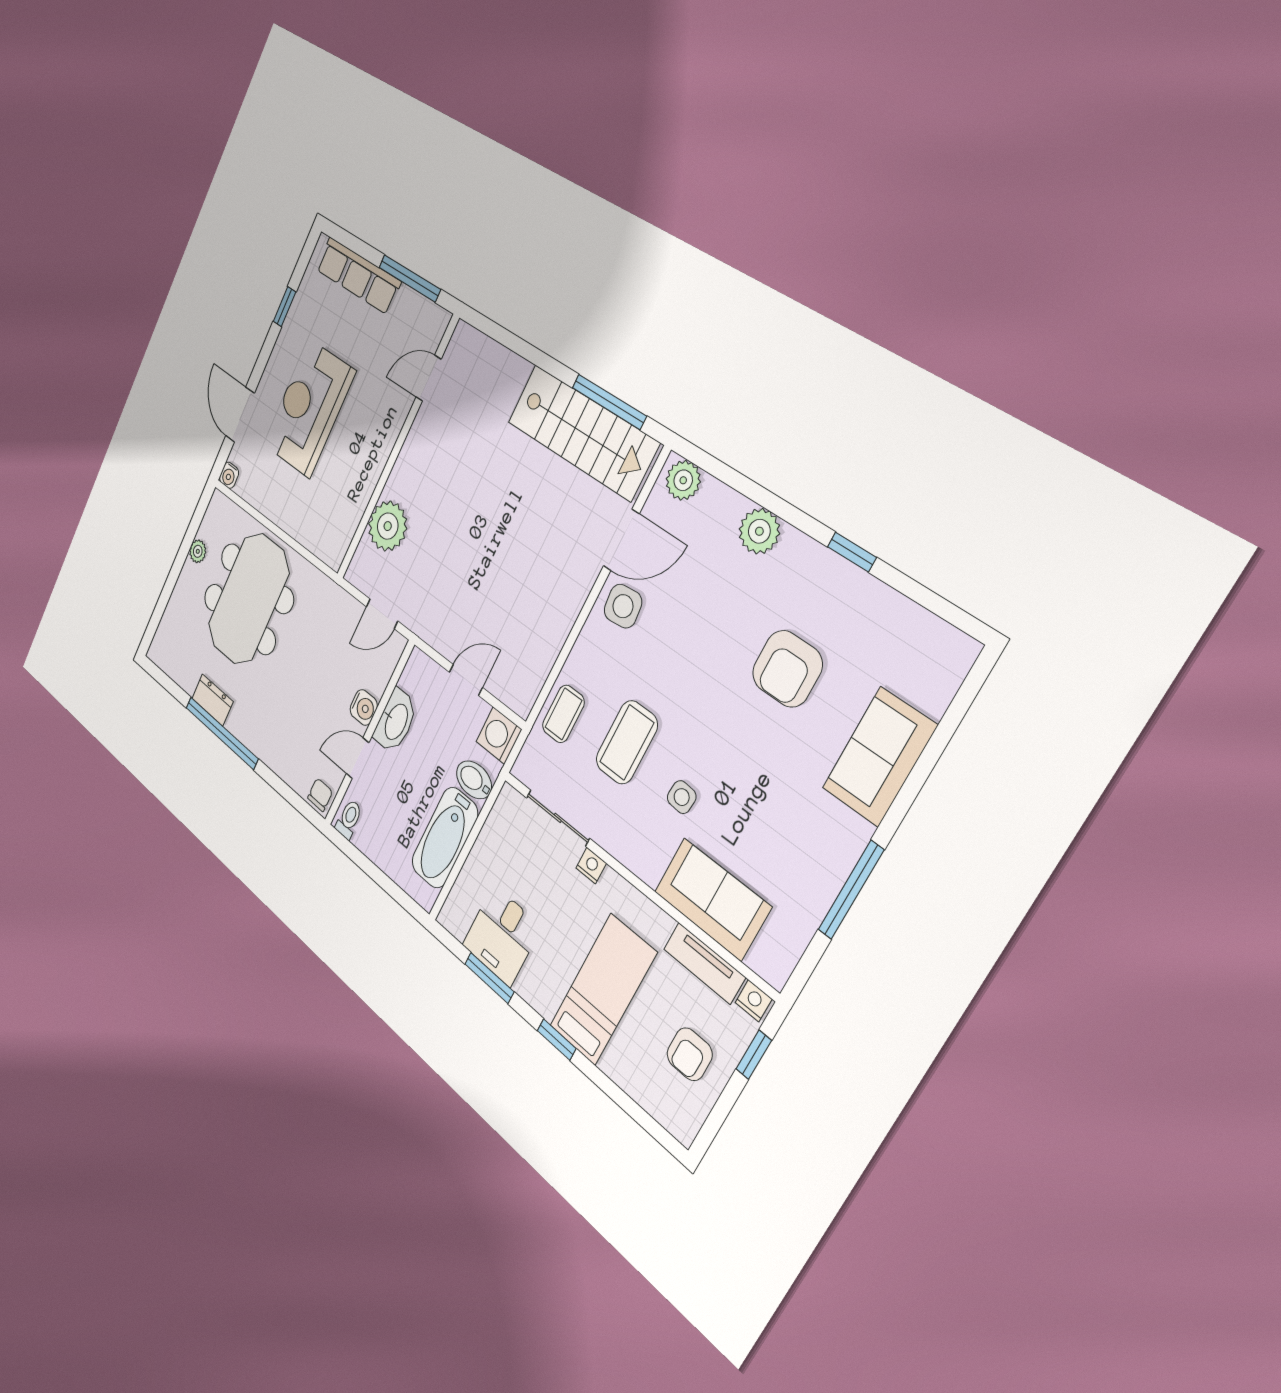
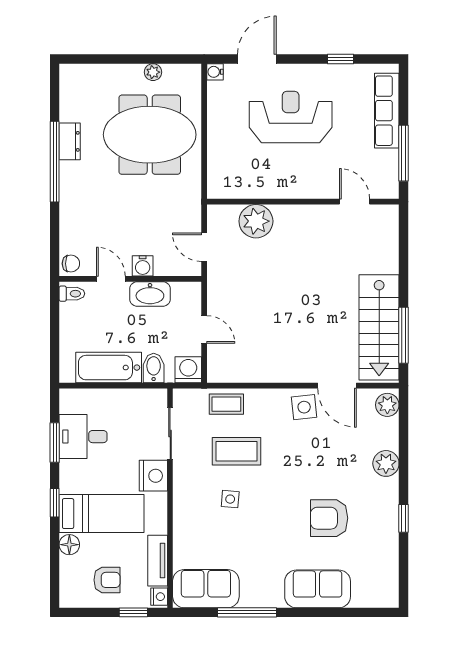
nightstand: (591, 866) -> (153, 476), width x1.89, depth x1.79
sofa: (712, 899) -> (206, 589), moved, turned -90
armchair: (690, 1054) -> (107, 580), turned 180
floor lamp: (617, 1065) -> (69, 545), added

